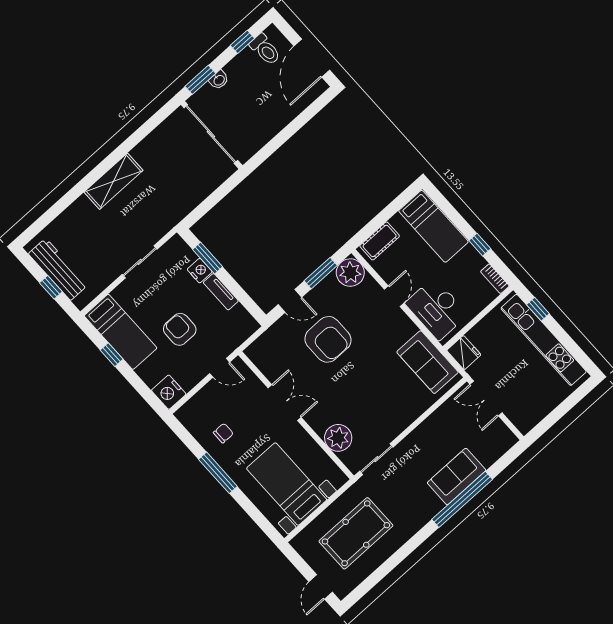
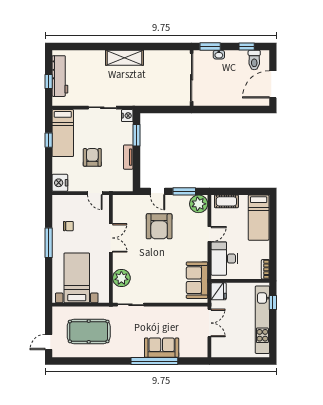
window: (480, 245) -> (273, 246), removed
nightstand: (200, 271) -> (127, 116), moved
double door: (486, 398) -> (209, 323), swing flipped

